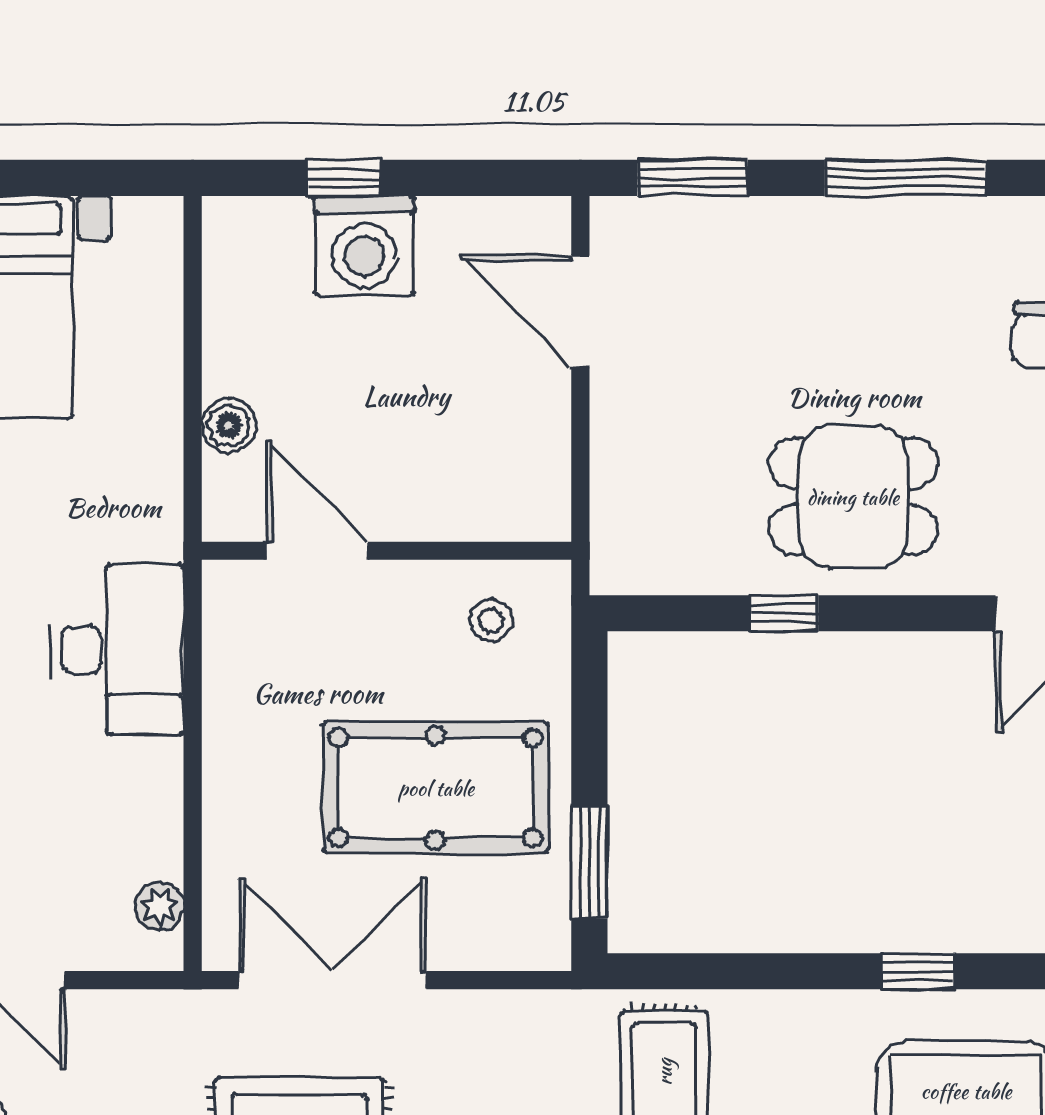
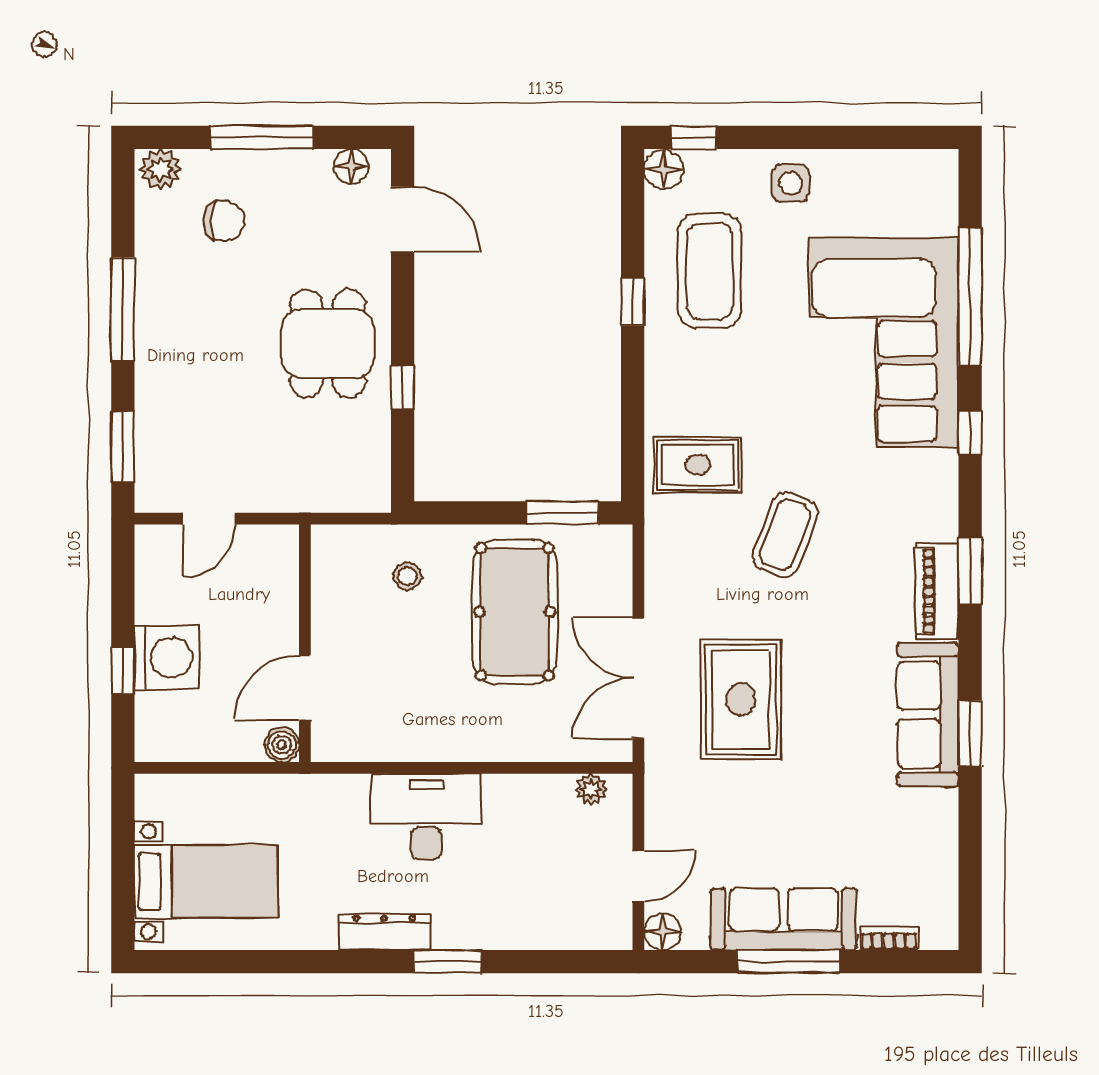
door: (580, 312) -> (209, 519), width x0.73
door: (317, 551) -> (305, 688), moved
wall: (387, 551) -> (305, 643), moved

